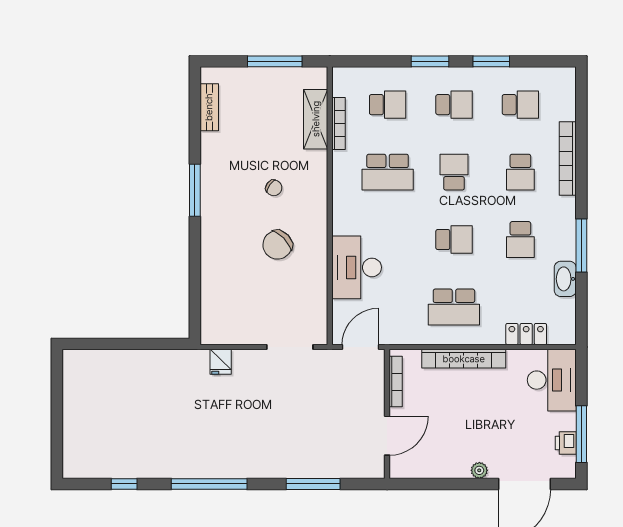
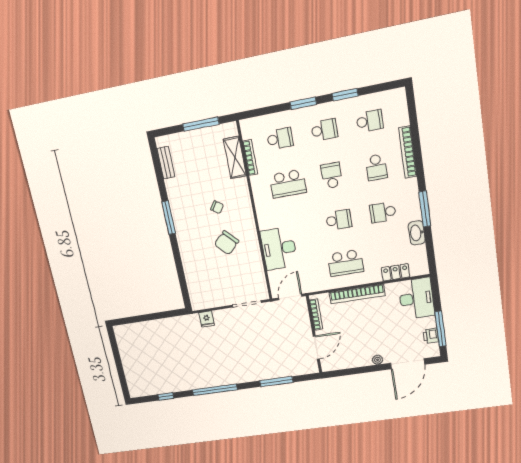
school desk: (520, 240) -> (383, 212), turned 90

